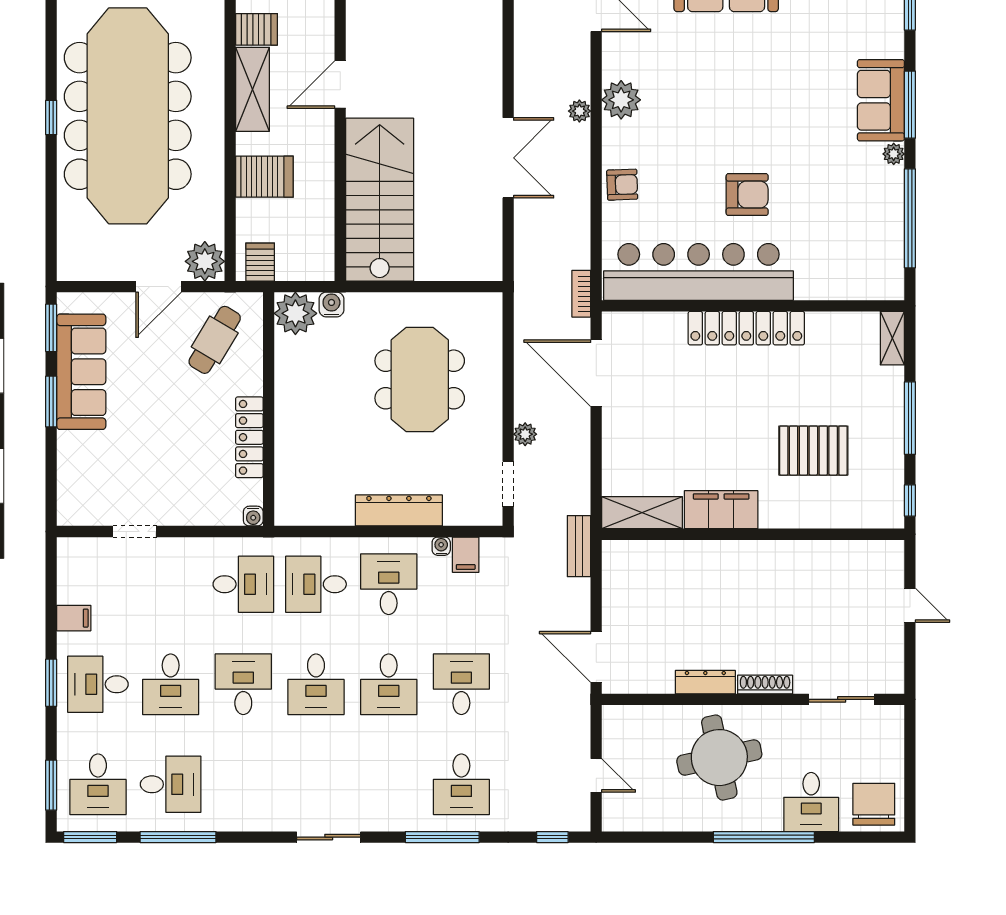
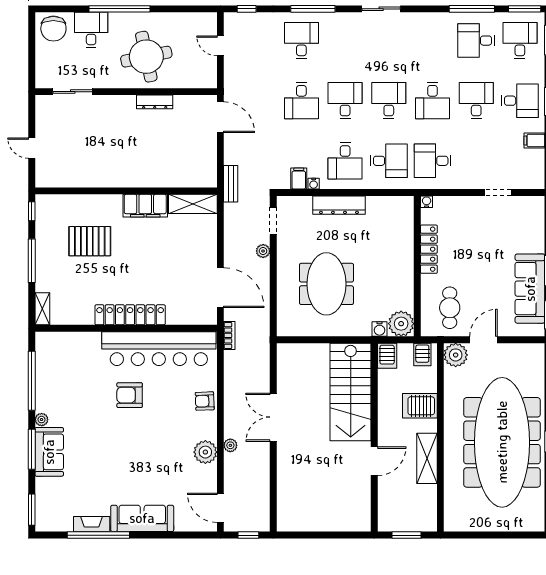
server rack: (257, 29) -> (387, 356), moved, turned -90
cafe table: (215, 340) -> (450, 308), turned -31
shoe rack: (765, 685) -> (119, 100), removed

